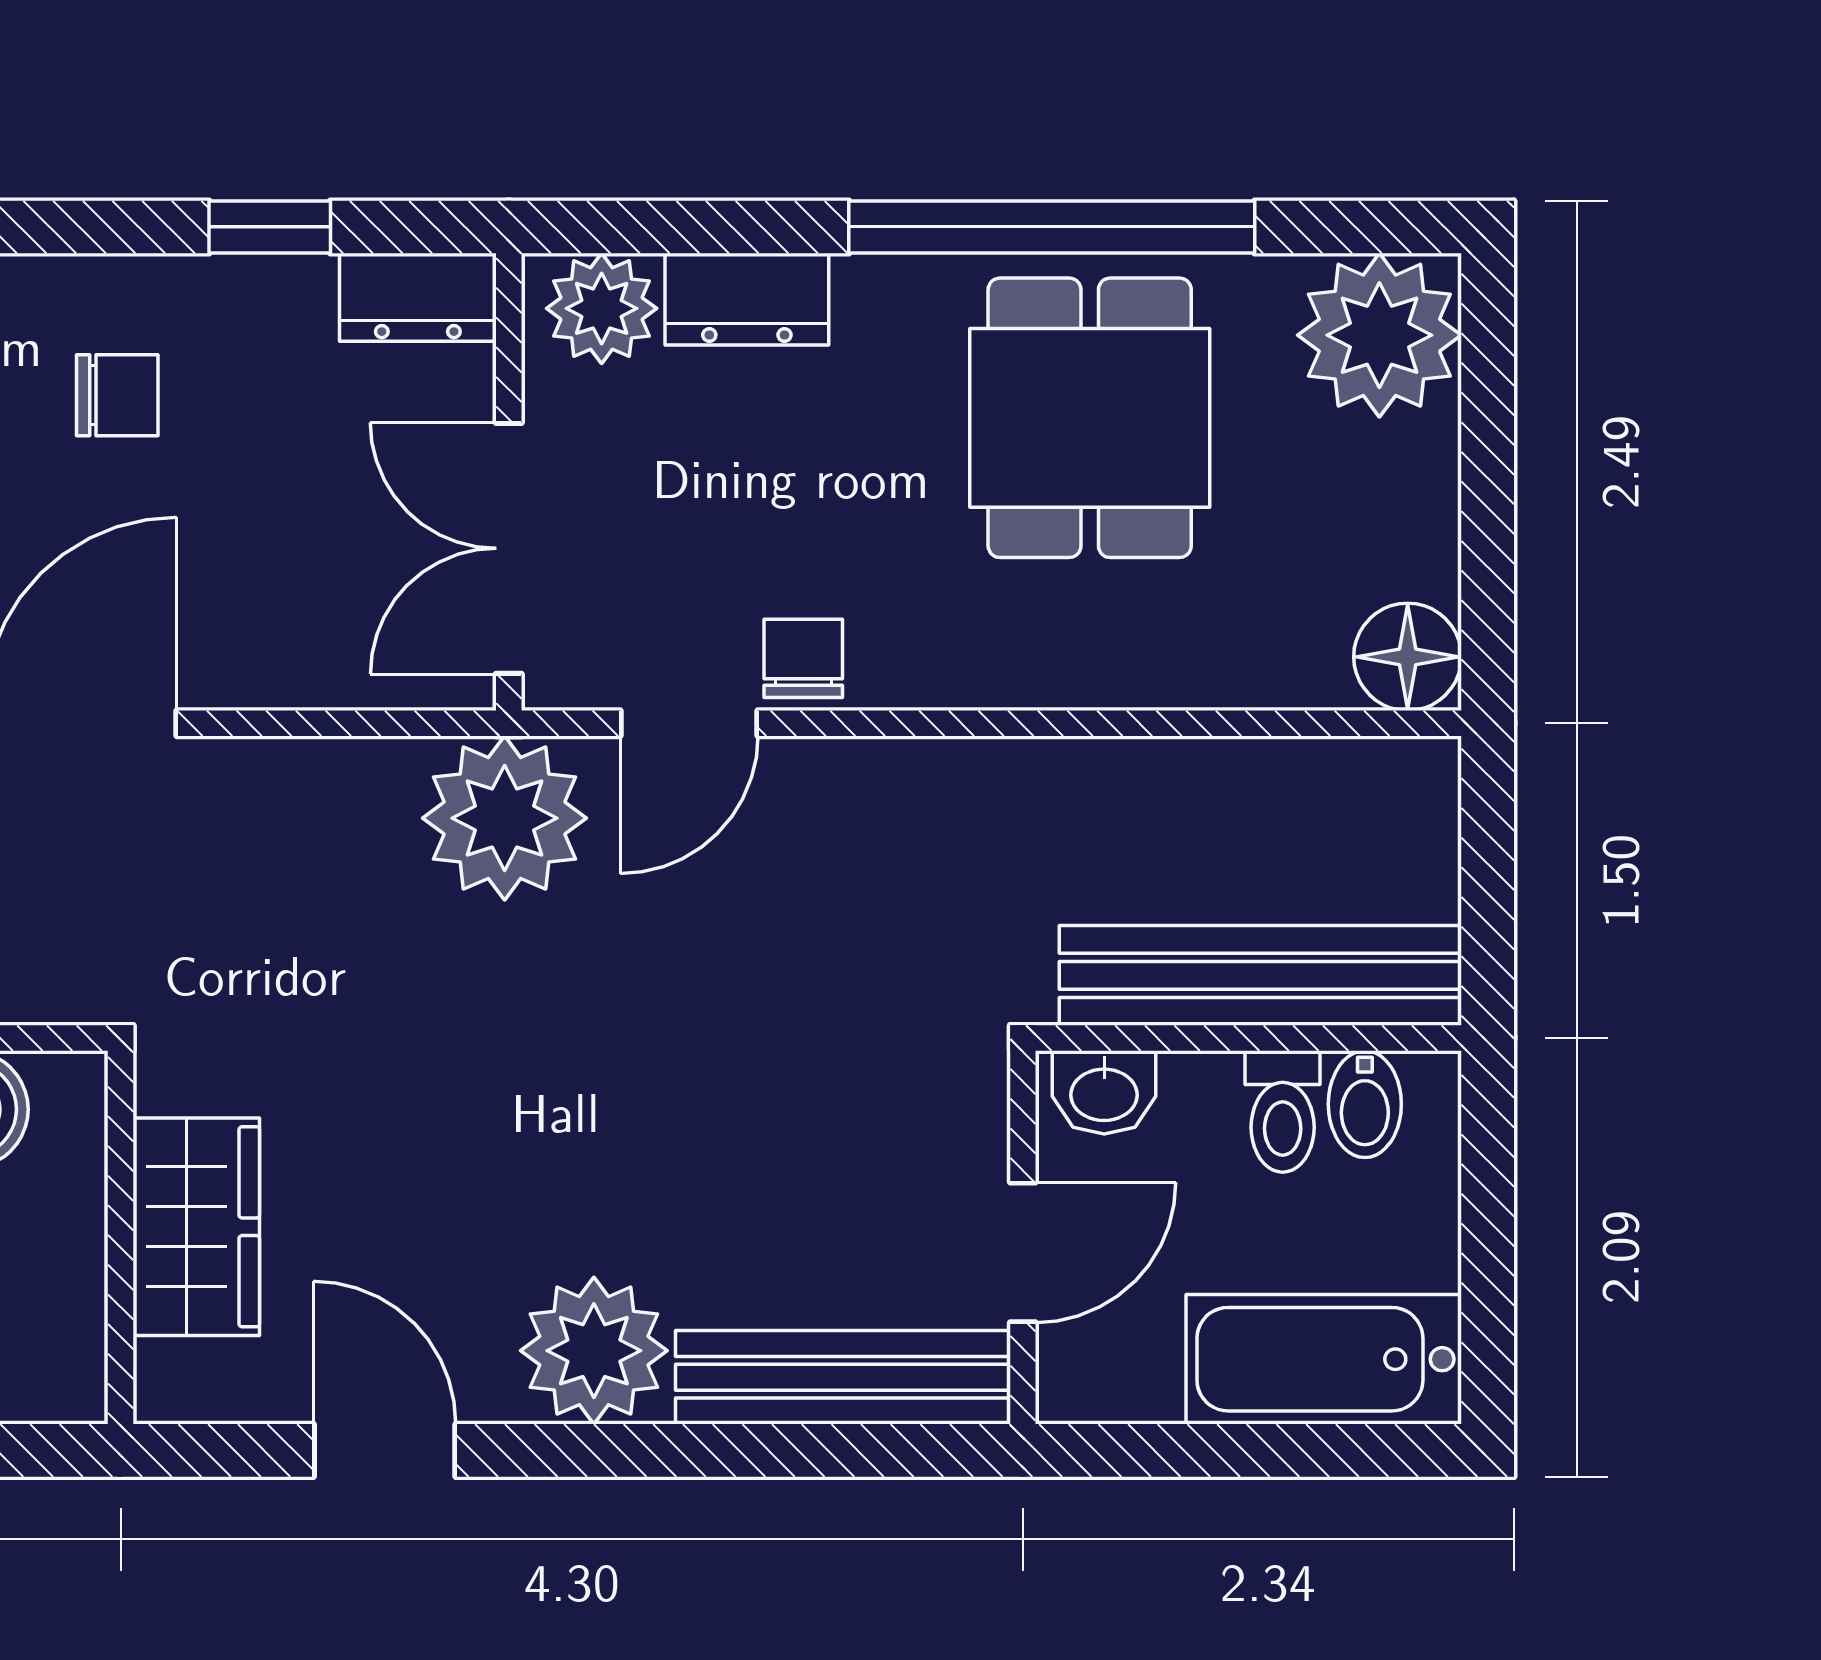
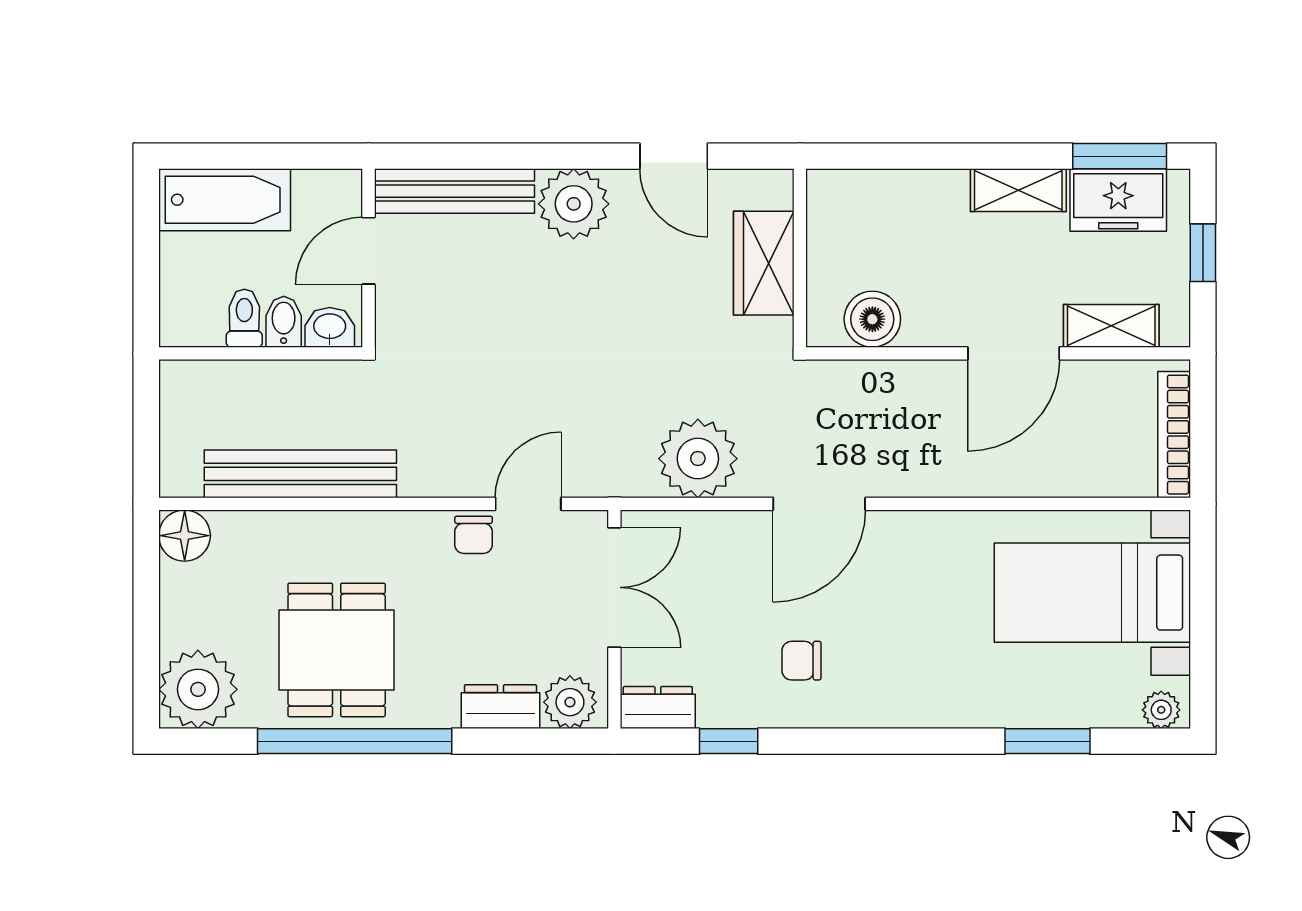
plant: (505, 818) -> (698, 459), moved
bench: (1260, 975) -> (300, 474), moved
bidet: (1365, 1104) -> (284, 322), moved

